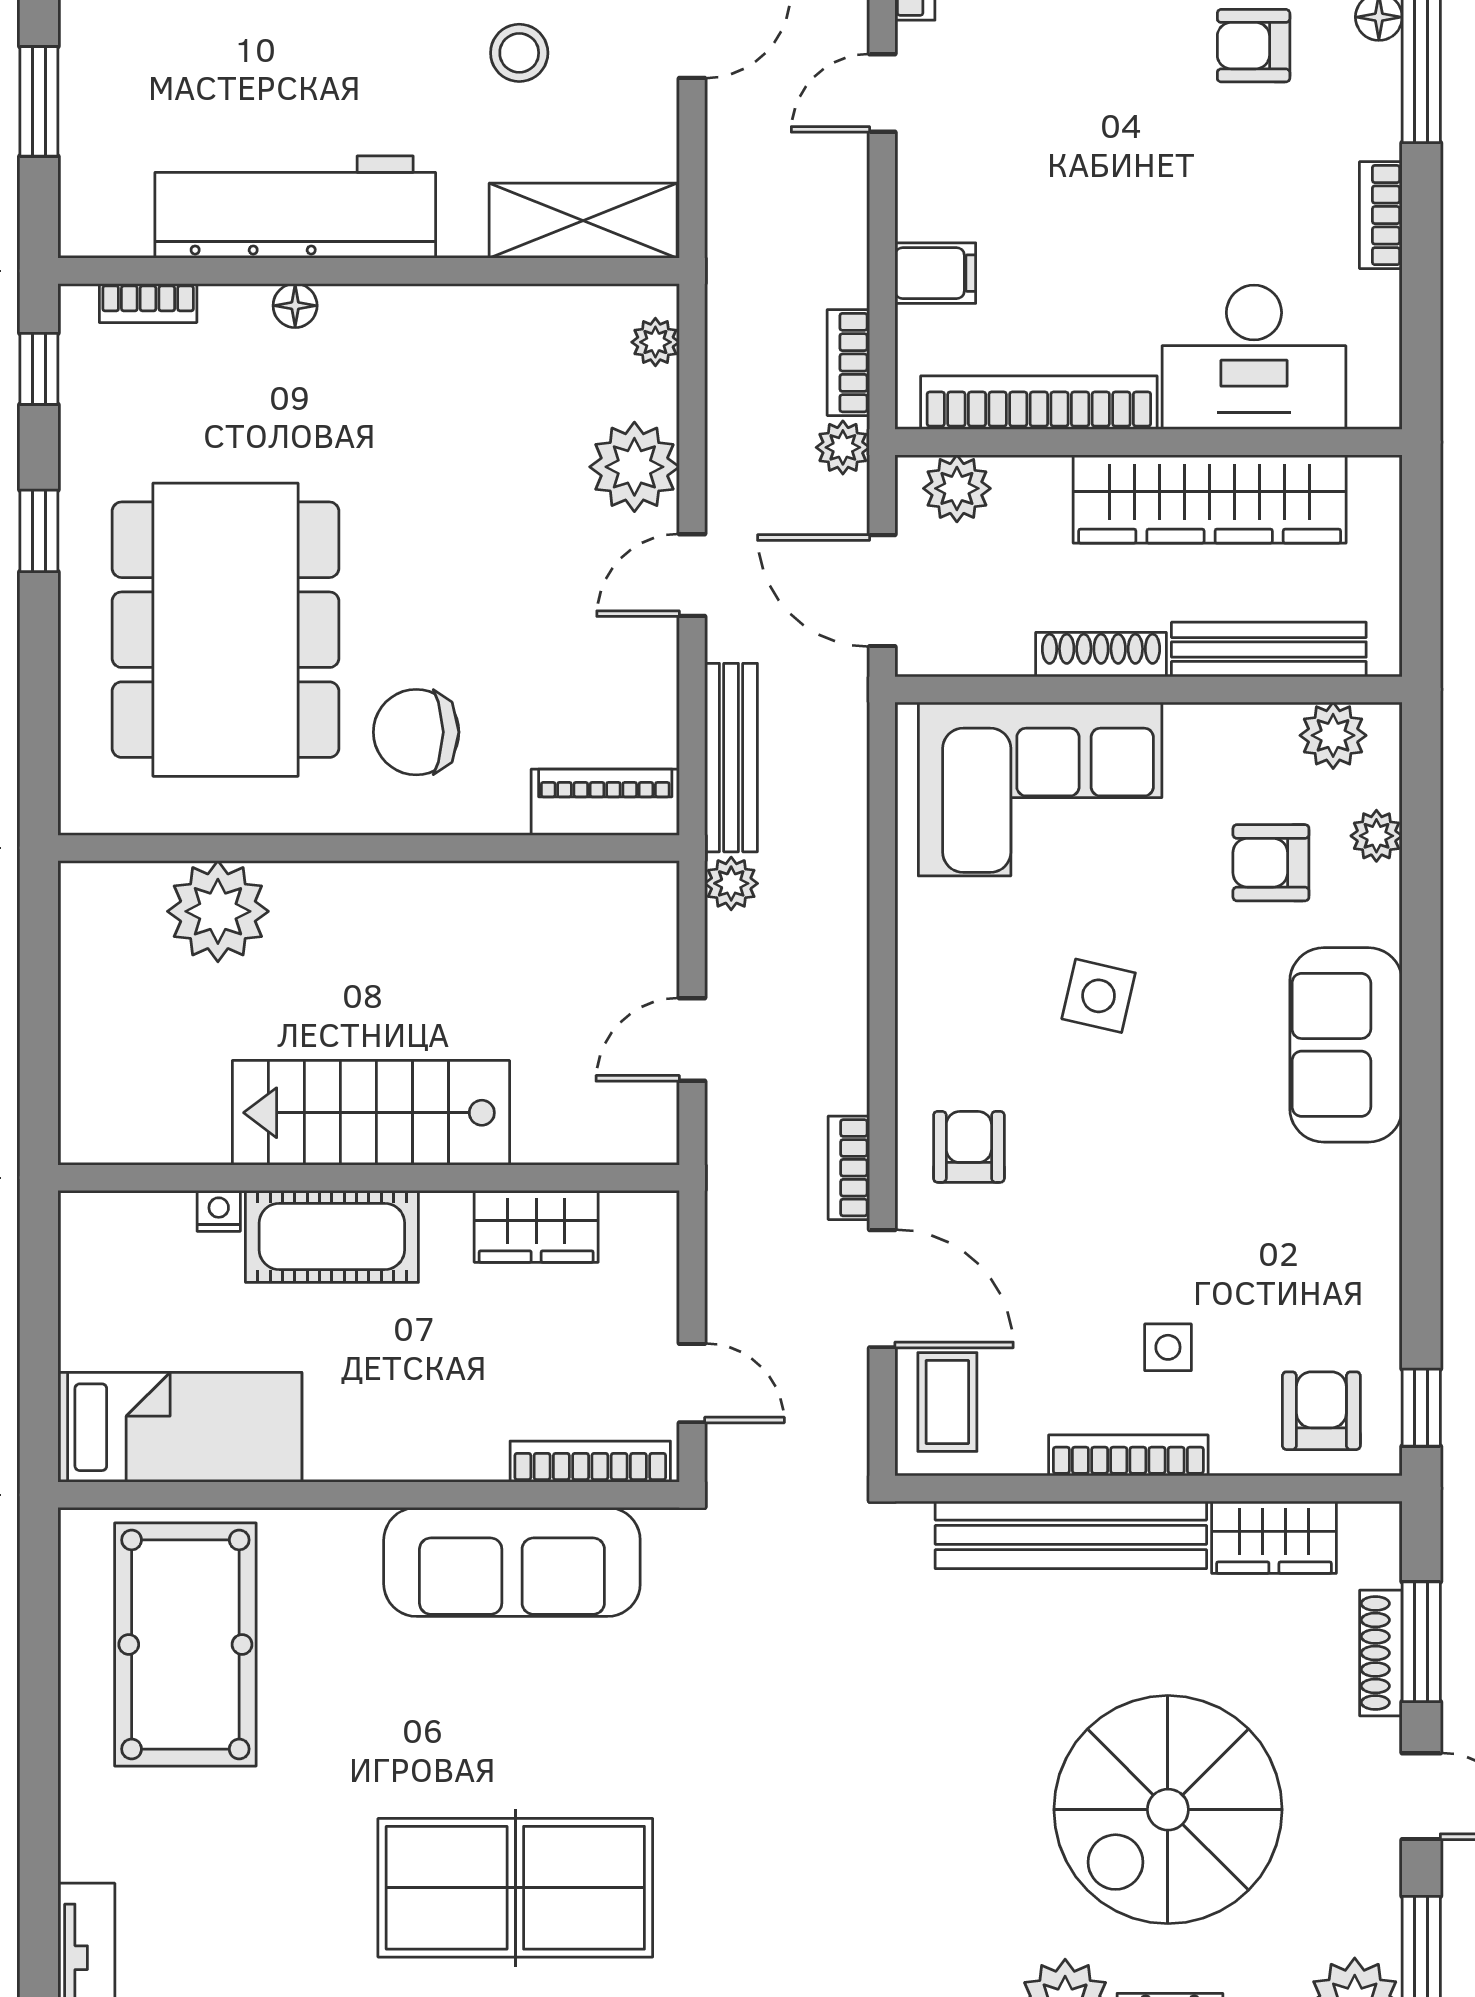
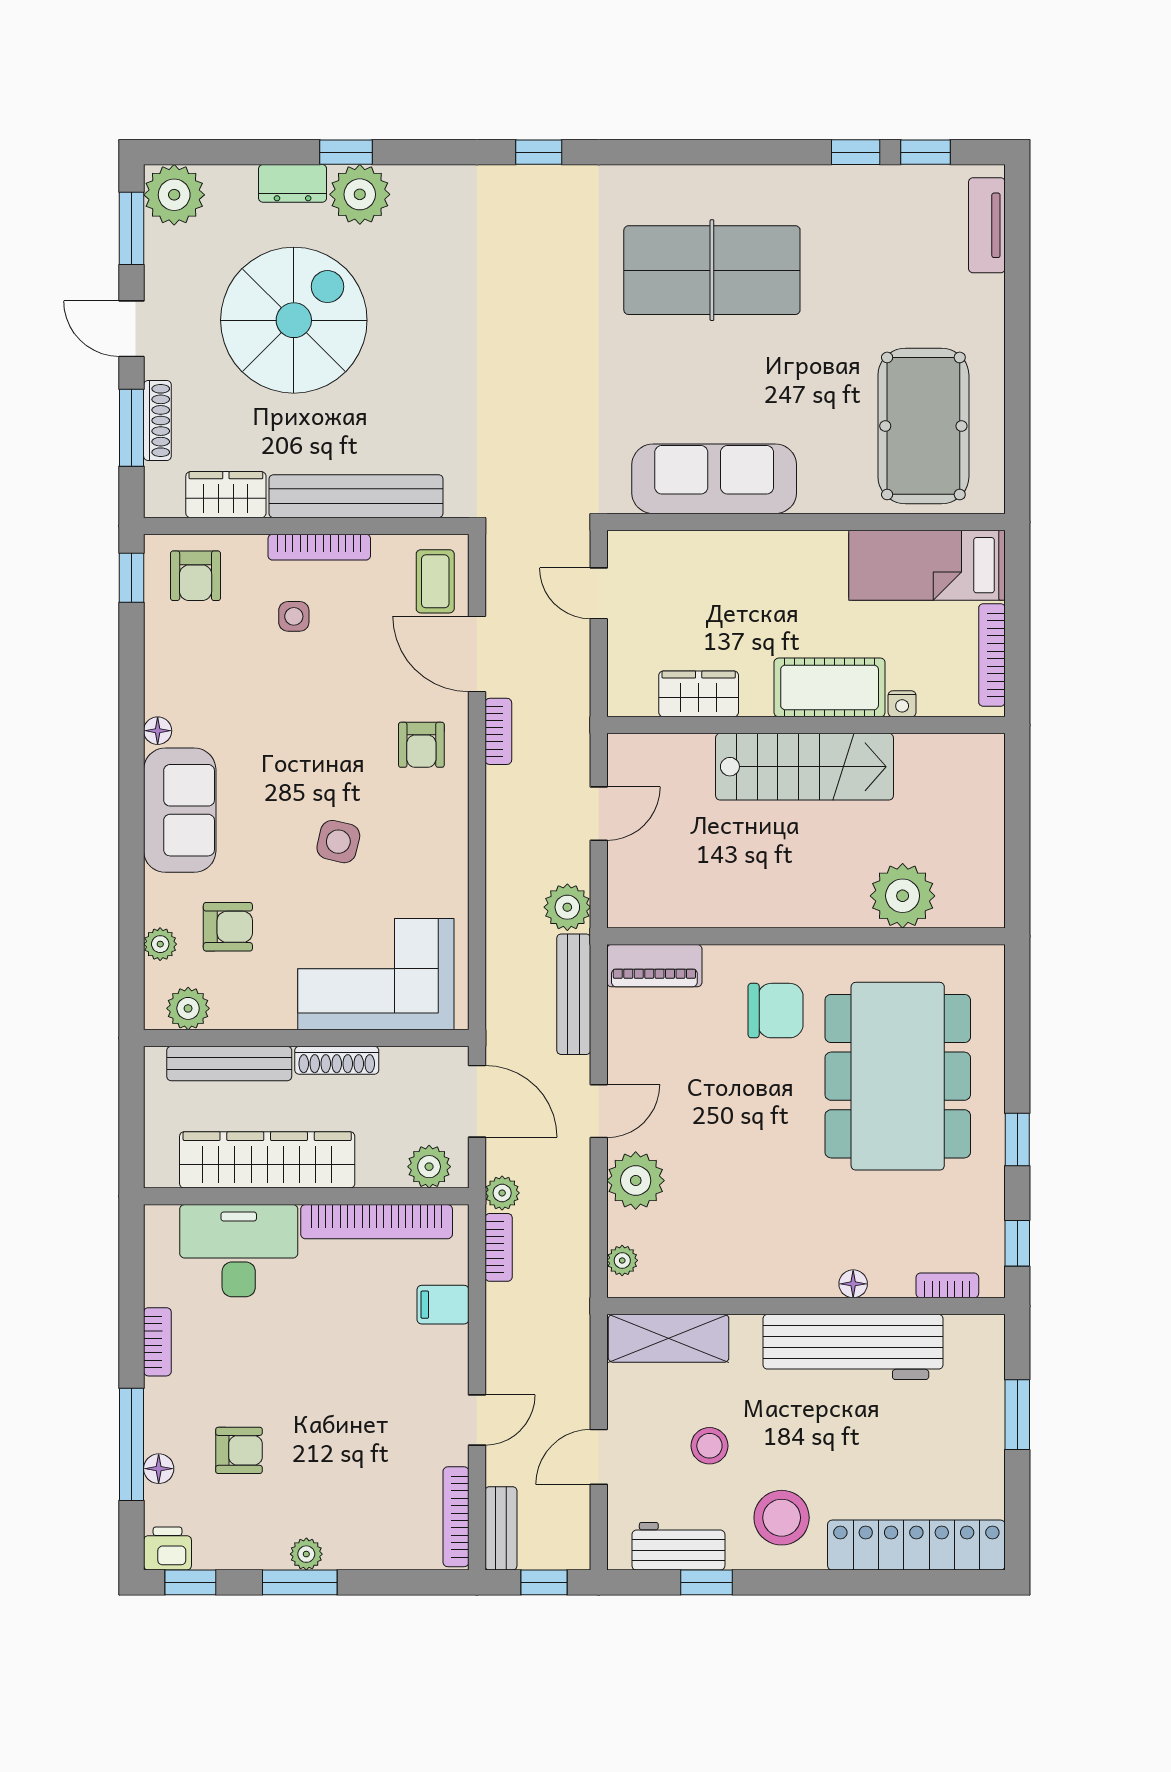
plant: (731, 883) -> (567, 907), width x1.38, depth x1.38
floor lamp: (1381, 1169) -> (158, 731), added
bookcase: (590, 1462) -> (992, 655), moved, turned 90

